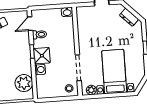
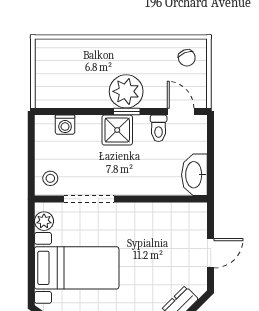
washbasin: (67, 12) -> (194, 175), width x1.91, depth x1.45
washing machine: (40, 70) -> (65, 125), moved
plant: (24, 83) -> (126, 91), moved

